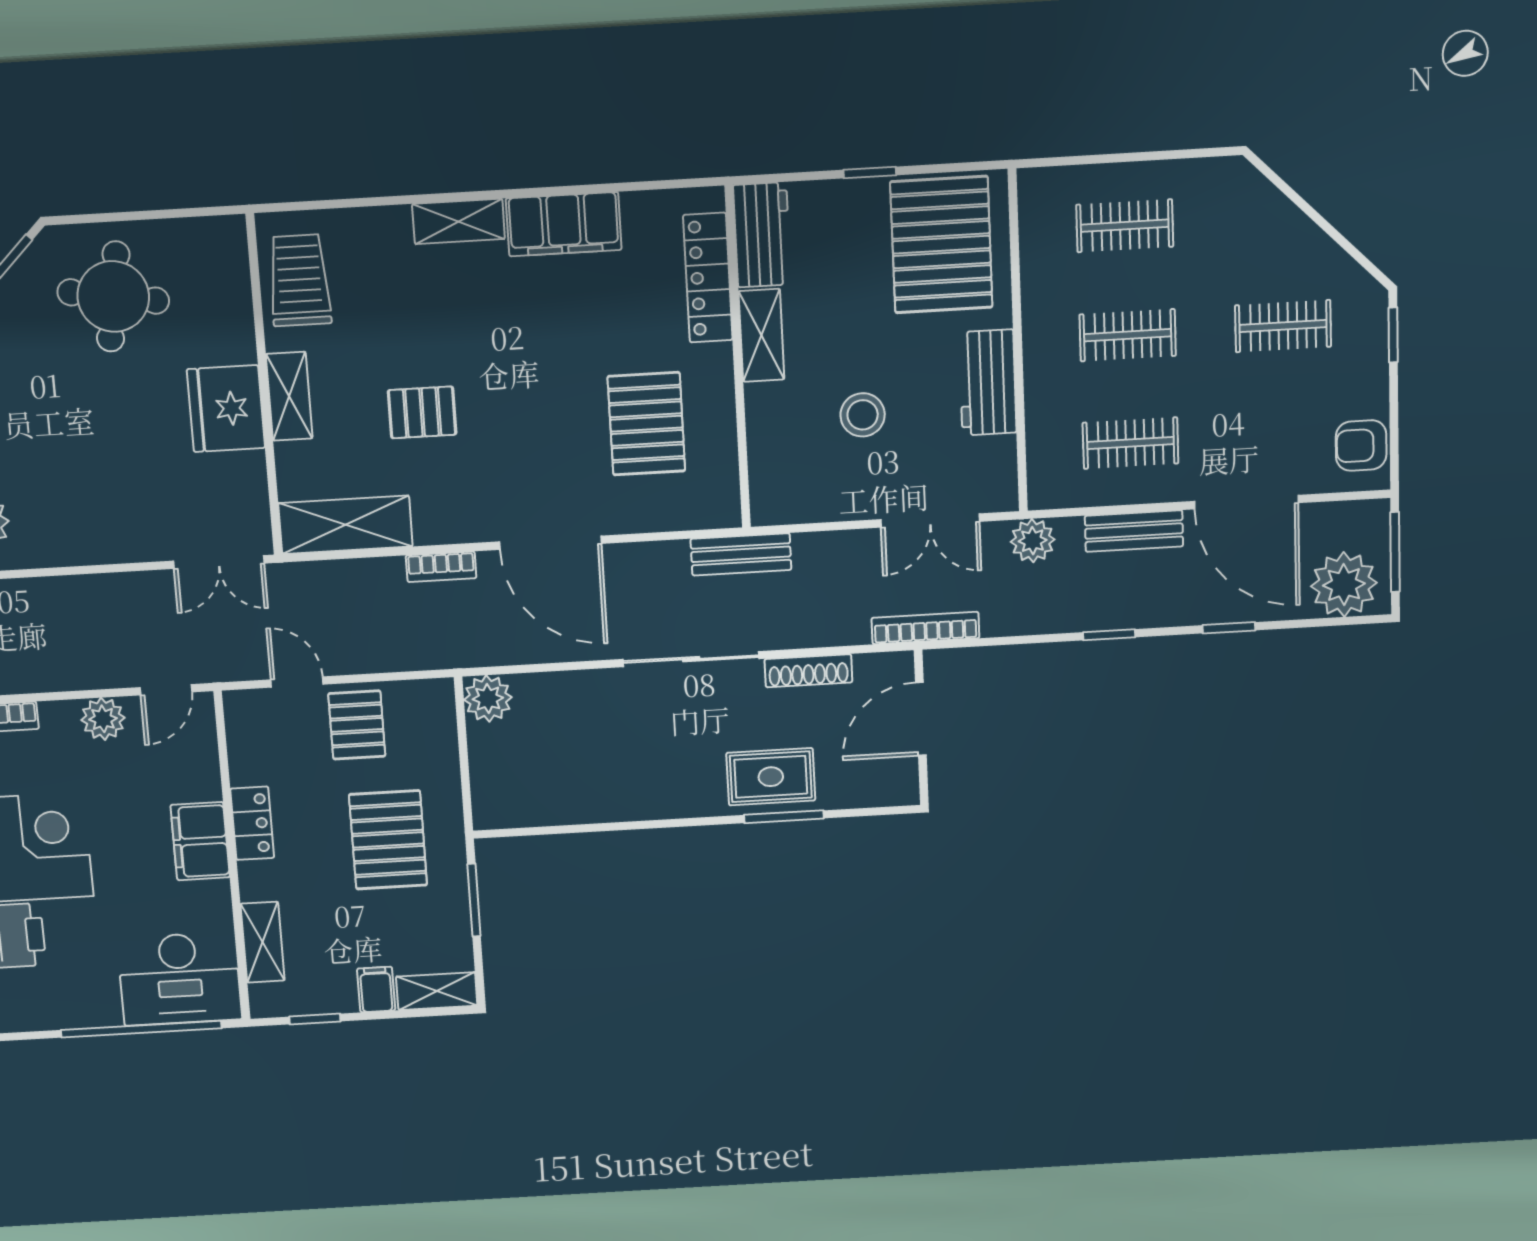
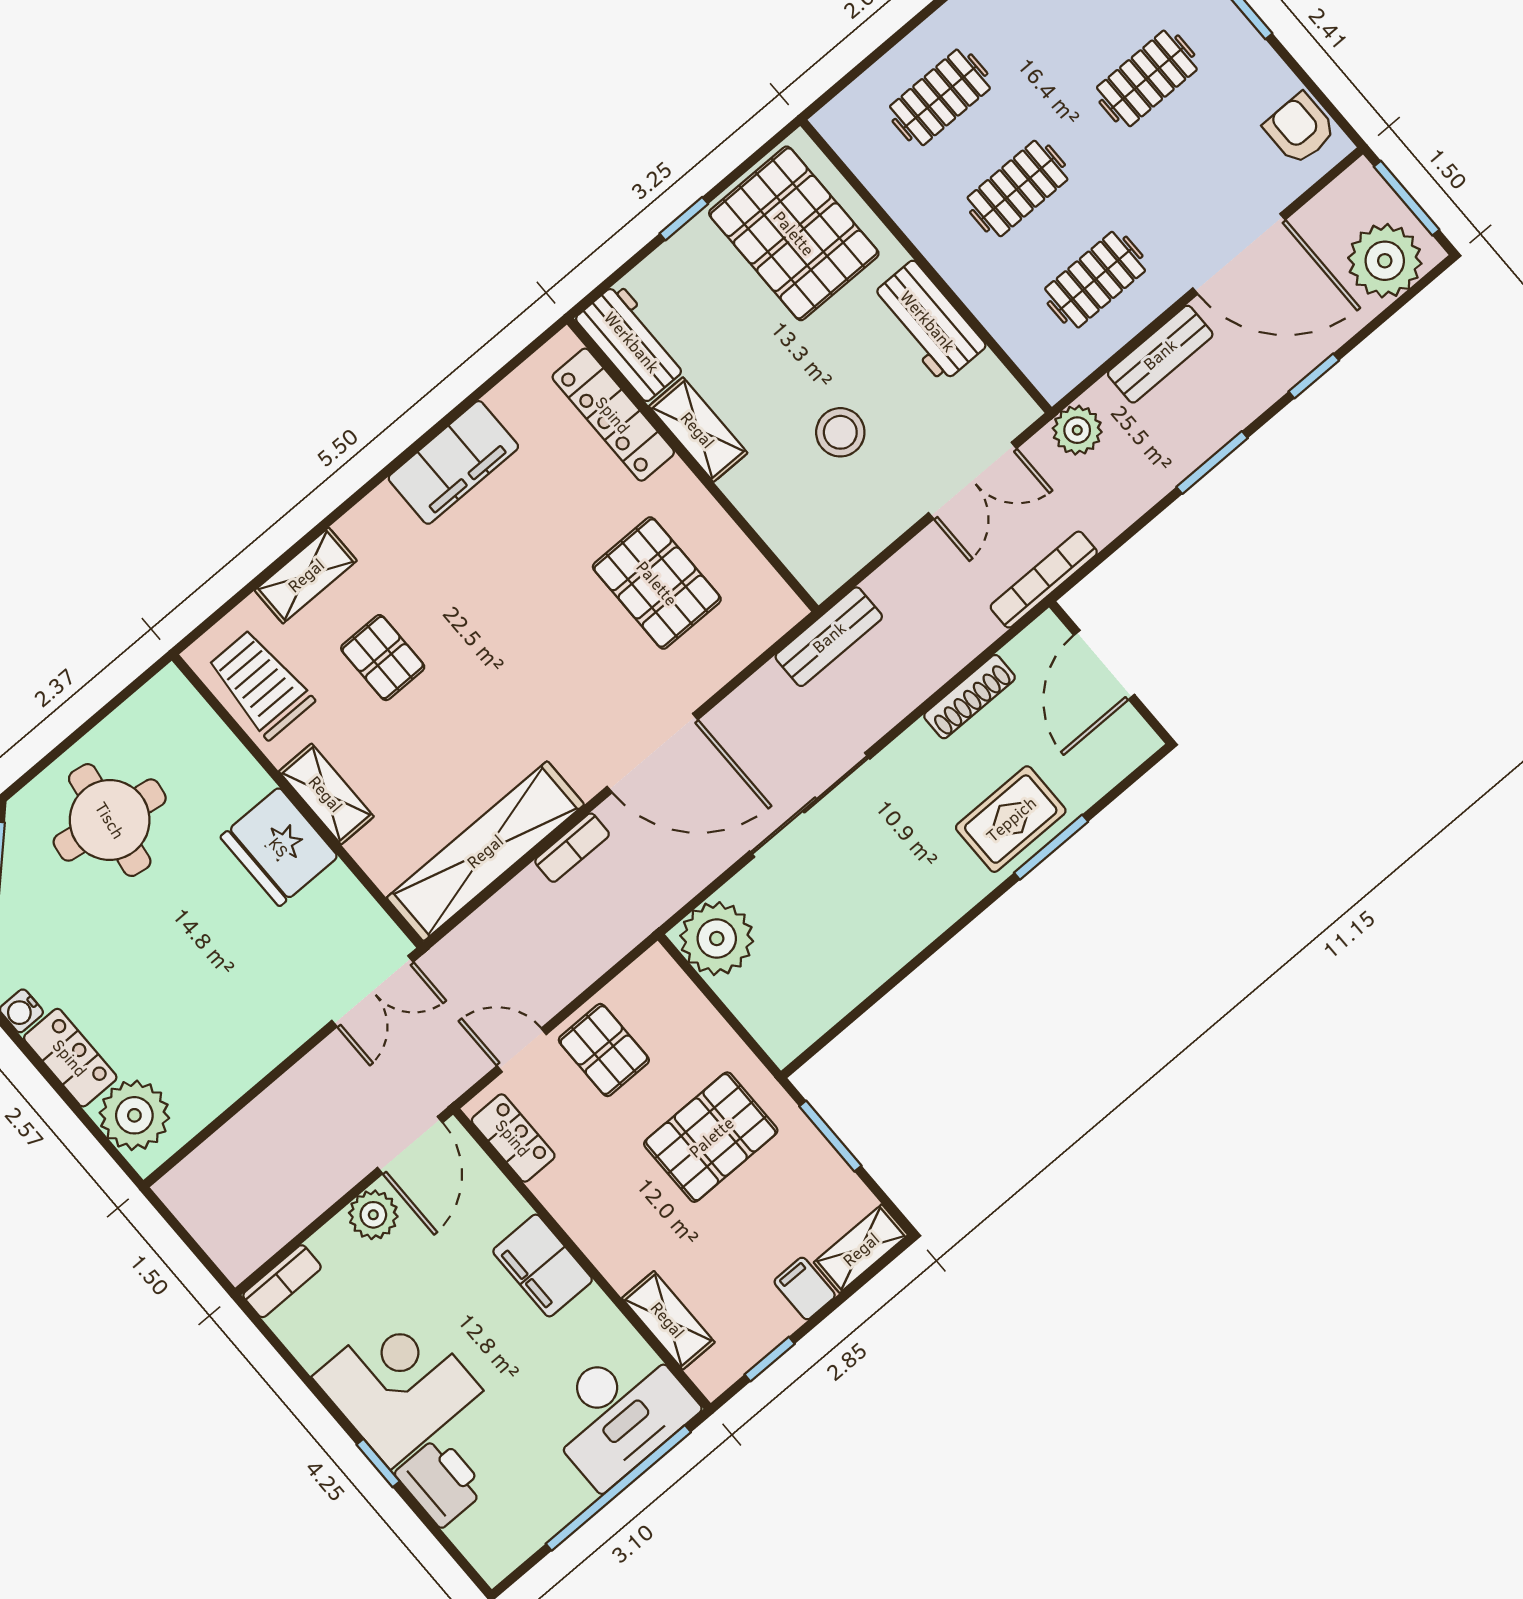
shelving: (459, 221) -> (306, 575), moved
pallet: (422, 412) -> (383, 658), moved, turned 90
armchair: (1361, 445) -> (1300, 129), turned 90
shelving: (346, 525) -> (485, 851), width x1.47
window: (1109, 635) -> (1212, 462), width x1.50
sliding door: (691, 659) -> (810, 805), moved
door: (166, 690) -> (410, 1145), width x1.38
plant: (488, 699) -> (717, 939), width x1.36, depth x1.36
locker: (252, 823) -> (513, 1138), moved
pallet: (388, 840) -> (711, 1137), turned 90

